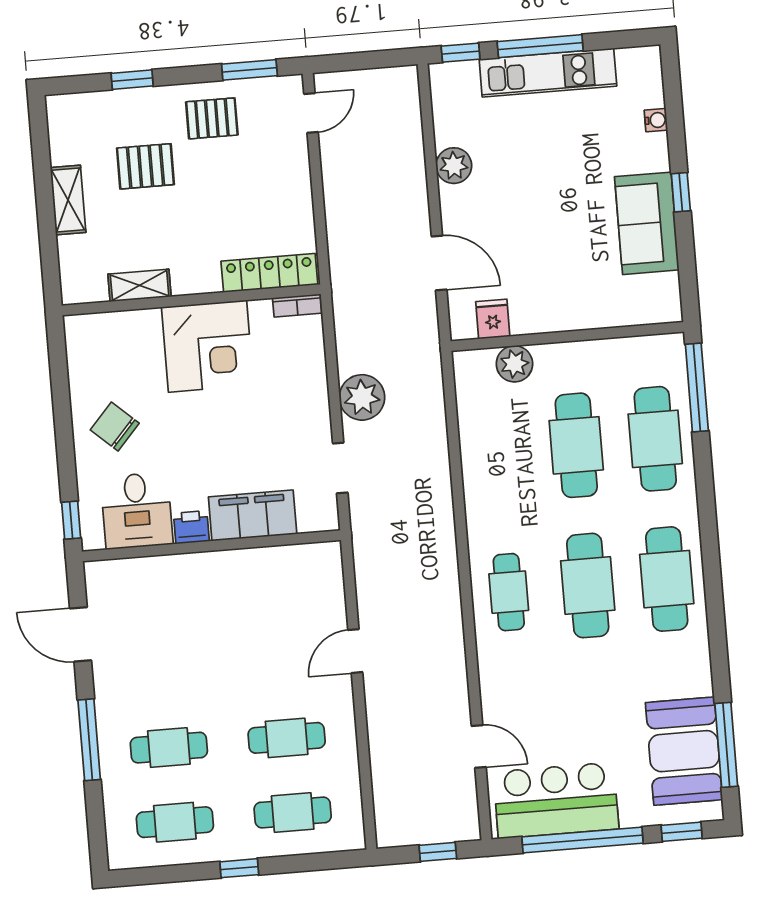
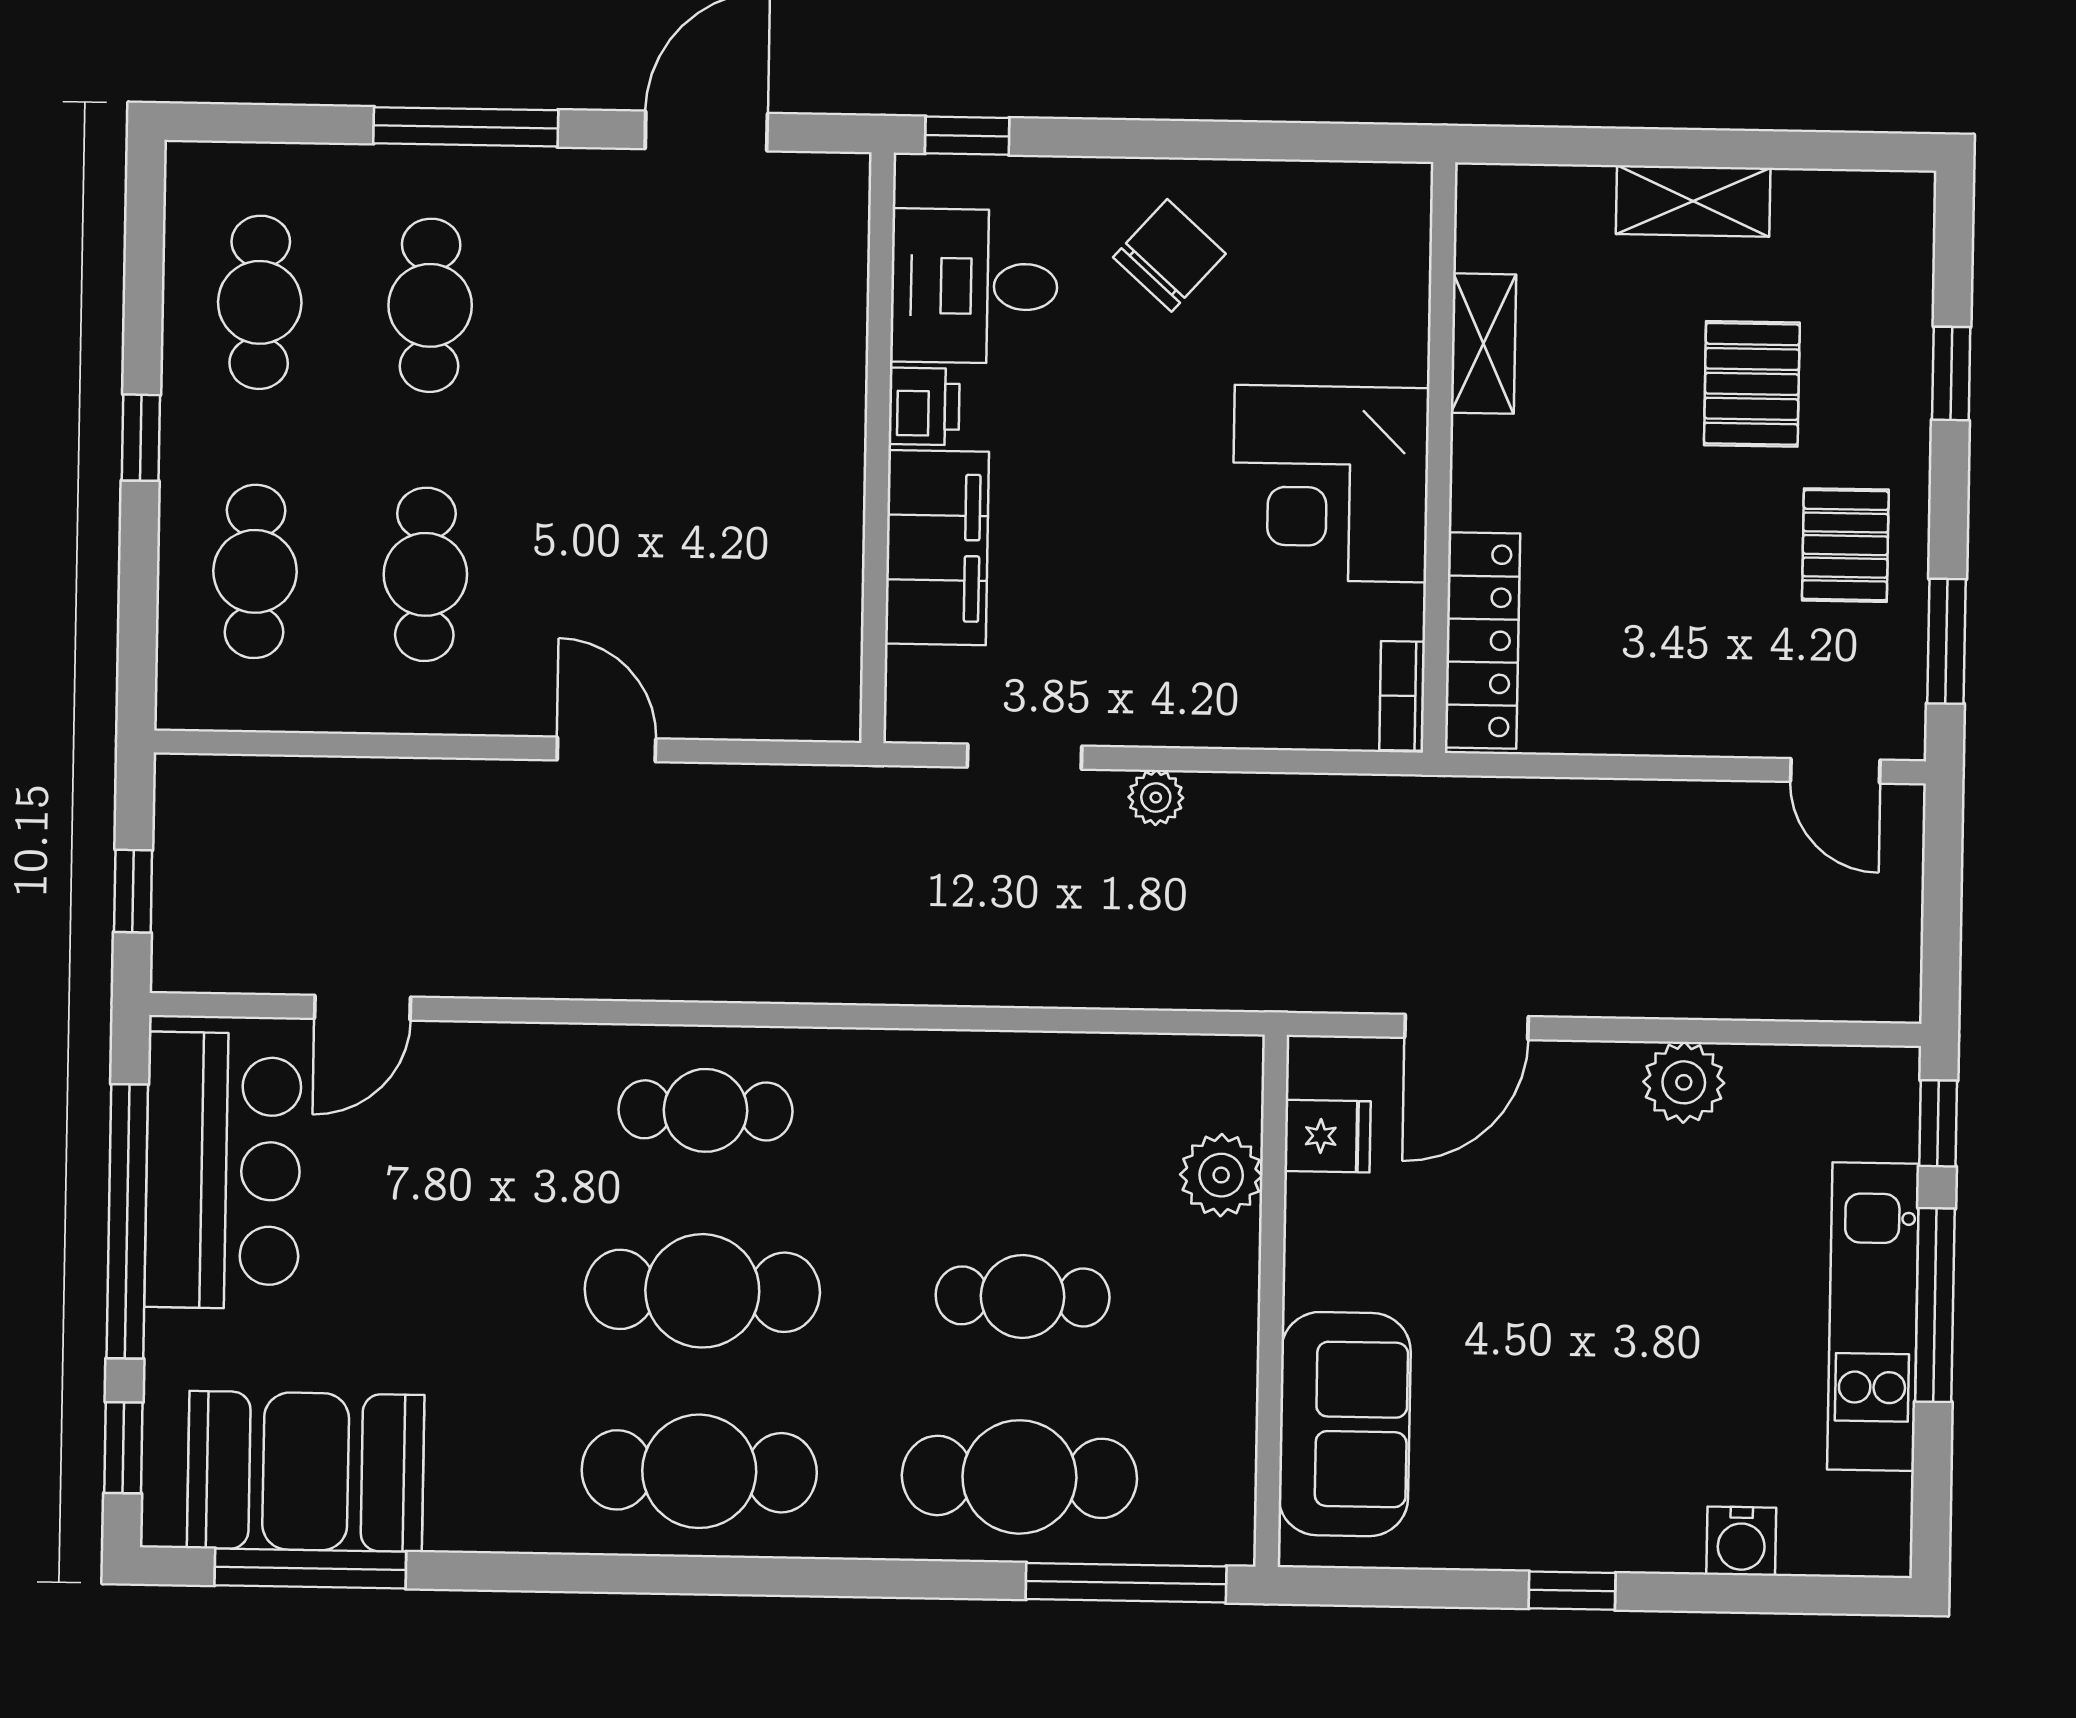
water cooler: (656, 120) -> (1741, 1541), width x1.38, depth x1.38
sofa: (647, 223) -> (1345, 1424), moved, turned 90
plant: (362, 397) -> (1156, 797), width x0.53, depth x0.53
cafe table: (576, 445) -> (1023, 1296), width x0.73, depth x0.74

